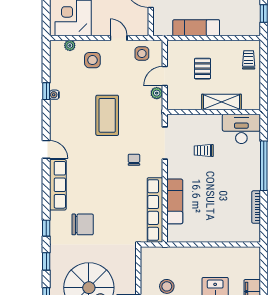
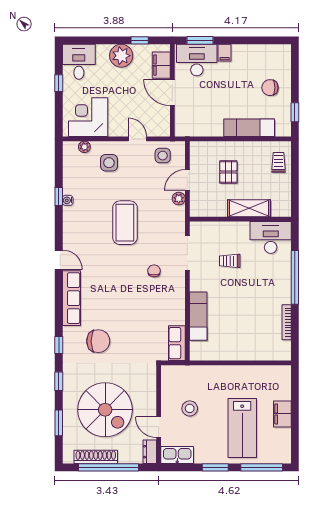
exam couch: (196, 28) -> (249, 128), moved
row of seats: (155, 210) -> (177, 343), width x0.50

